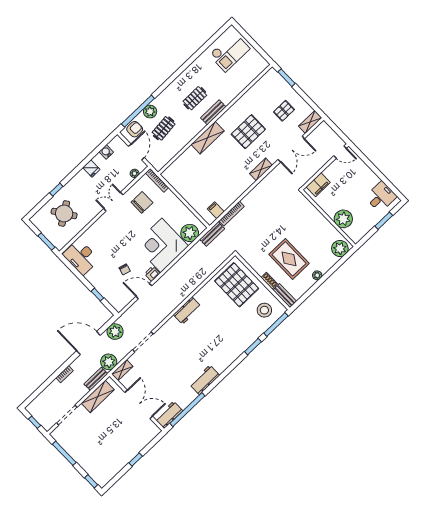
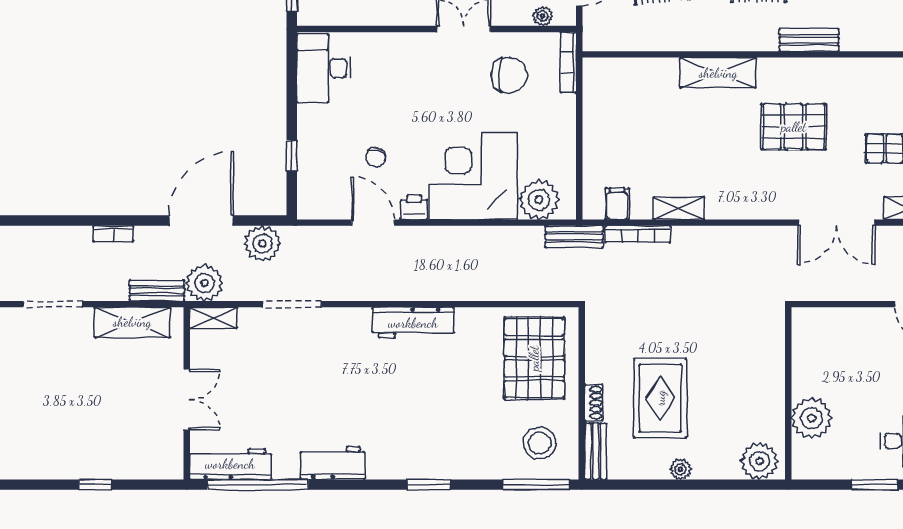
bench: (213, 112) -> (809, 40), moved
shelving: (261, 169) -> (679, 208), moved
filing cabinet: (318, 185) -> (824, 323), removed
workbench: (187, 311) -> (413, 323), width x1.37
door: (88, 343) -> (201, 221), hinge flipped
window: (253, 347) -> (429, 485), moved
double door: (139, 404) -> (187, 400), width x0.73
workbench: (169, 415) -> (230, 464), width x1.38

